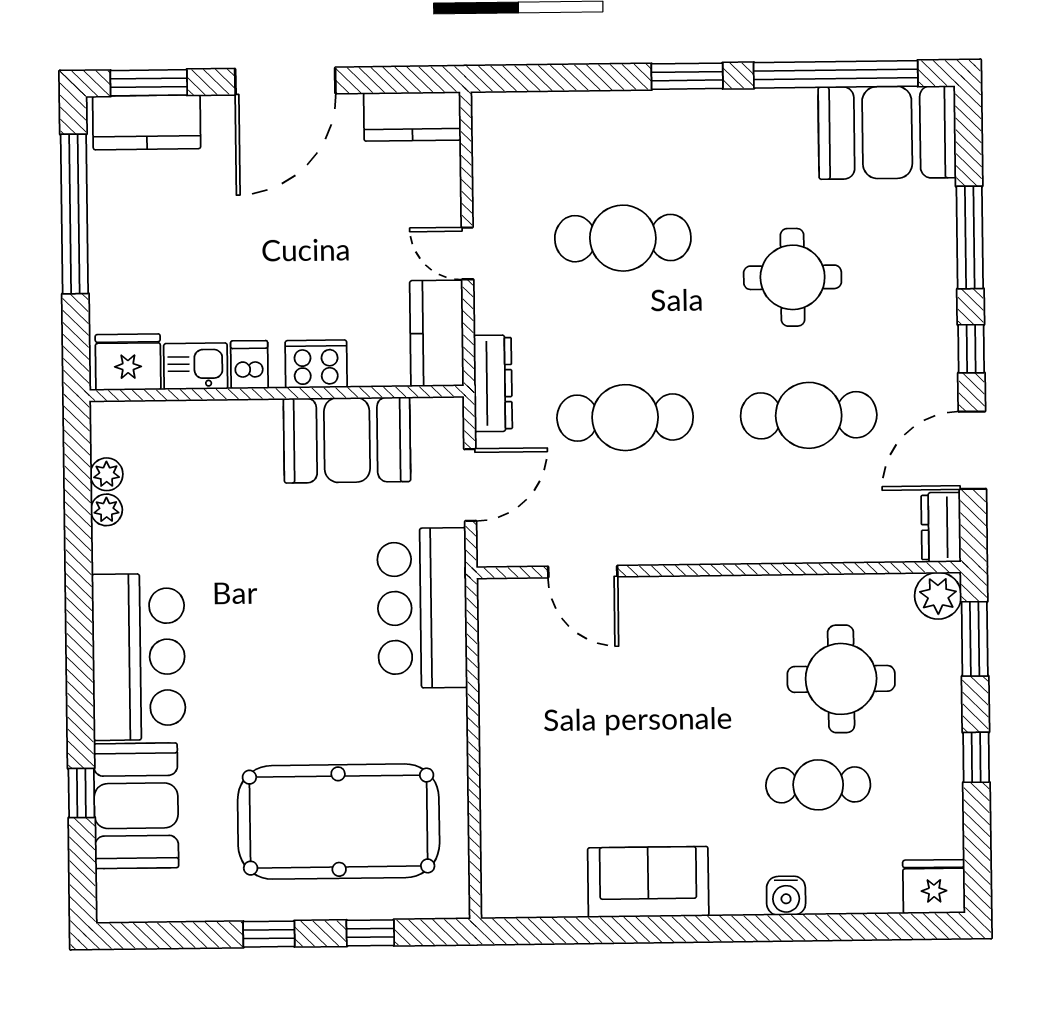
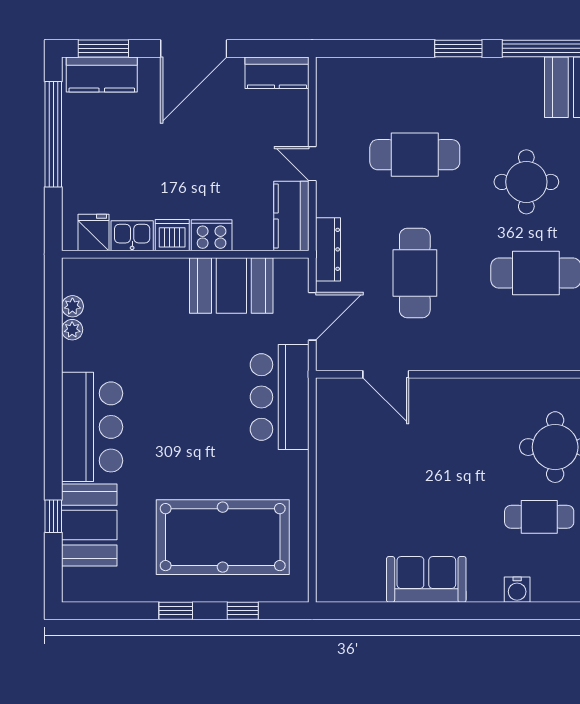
fridge: (128, 362) -> (93, 232), width x0.72
dishwasher: (249, 365) -> (172, 235), width x1.38
cafe table: (625, 418) -> (415, 273), turned 90

